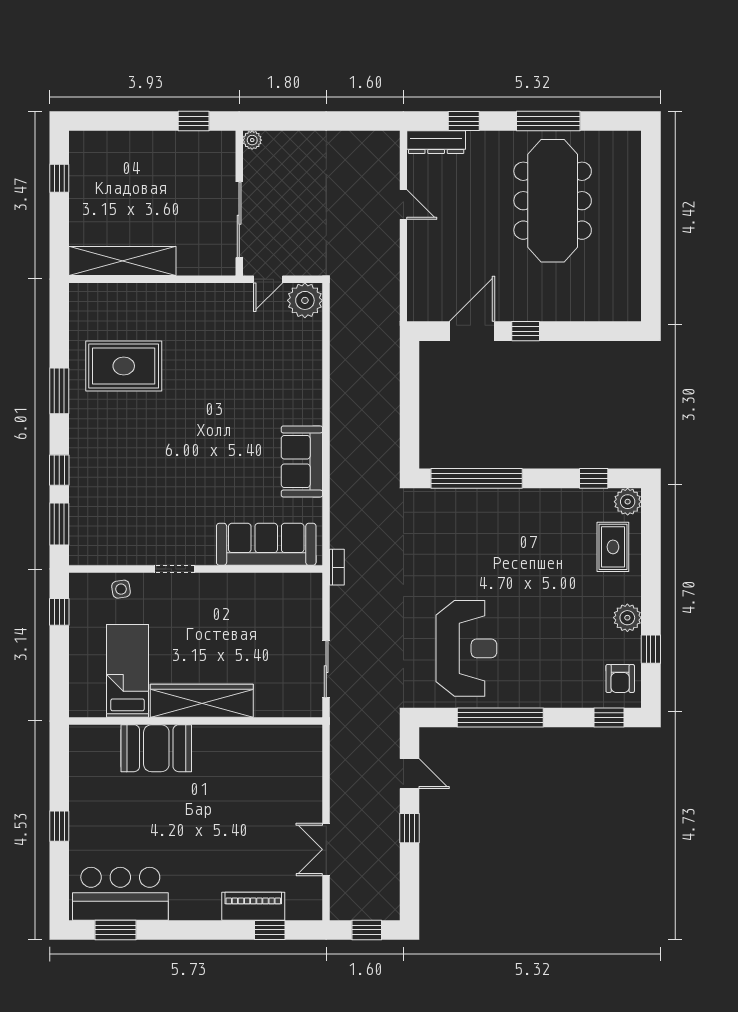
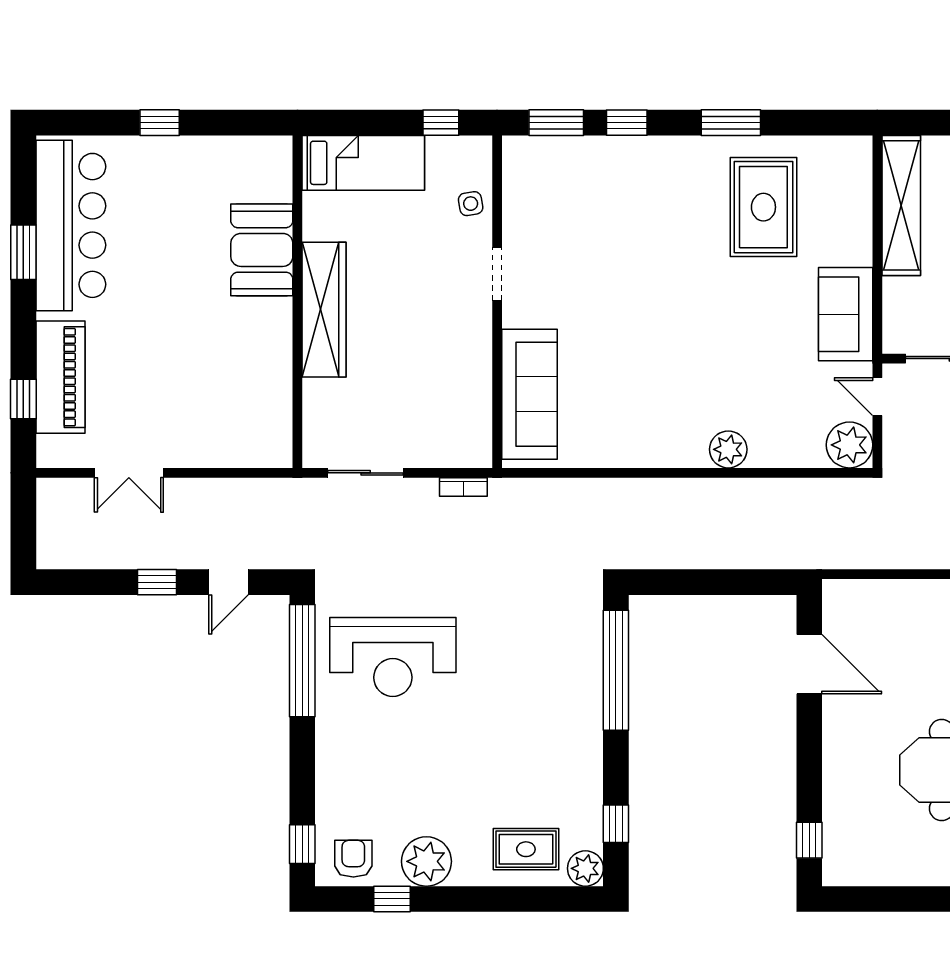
window: (526, 331) -> (809, 840), moved
plant: (308, 393) -> (728, 449), added
sofa: (302, 461) -> (846, 314), moved, turned -90
bookcase: (337, 567) -> (463, 487), moved
plant: (627, 618) -> (426, 861), width x1.36, depth x1.36
bed: (128, 671) -> (363, 163), moved
armchair: (620, 679) -> (353, 859), turned 90
window: (500, 717) -> (302, 661), moved
double door: (326, 849) -> (129, 473), swing flipped
bar counter: (120, 894) -> (71, 225), width x1.36
piano: (253, 906) -> (60, 377), width x1.37, depth x1.33
window: (116, 930) -> (23, 252), moved
window: (367, 930) -> (23, 526), removed

